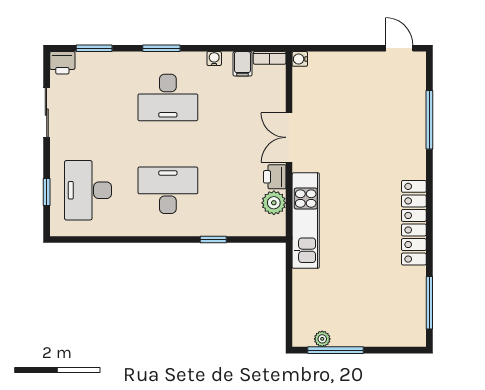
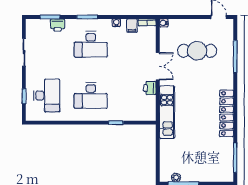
printer: (62, 63) -> (58, 25), moved
cafe table: (360, 109) -> (197, 51), added
double door: (289, 137) -> (158, 66), swing flipped
desk: (88, 190) -> (47, 95), turned 180
desk: (168, 190) -> (91, 95), turned 180
plant: (274, 203) -> (149, 102), removed

